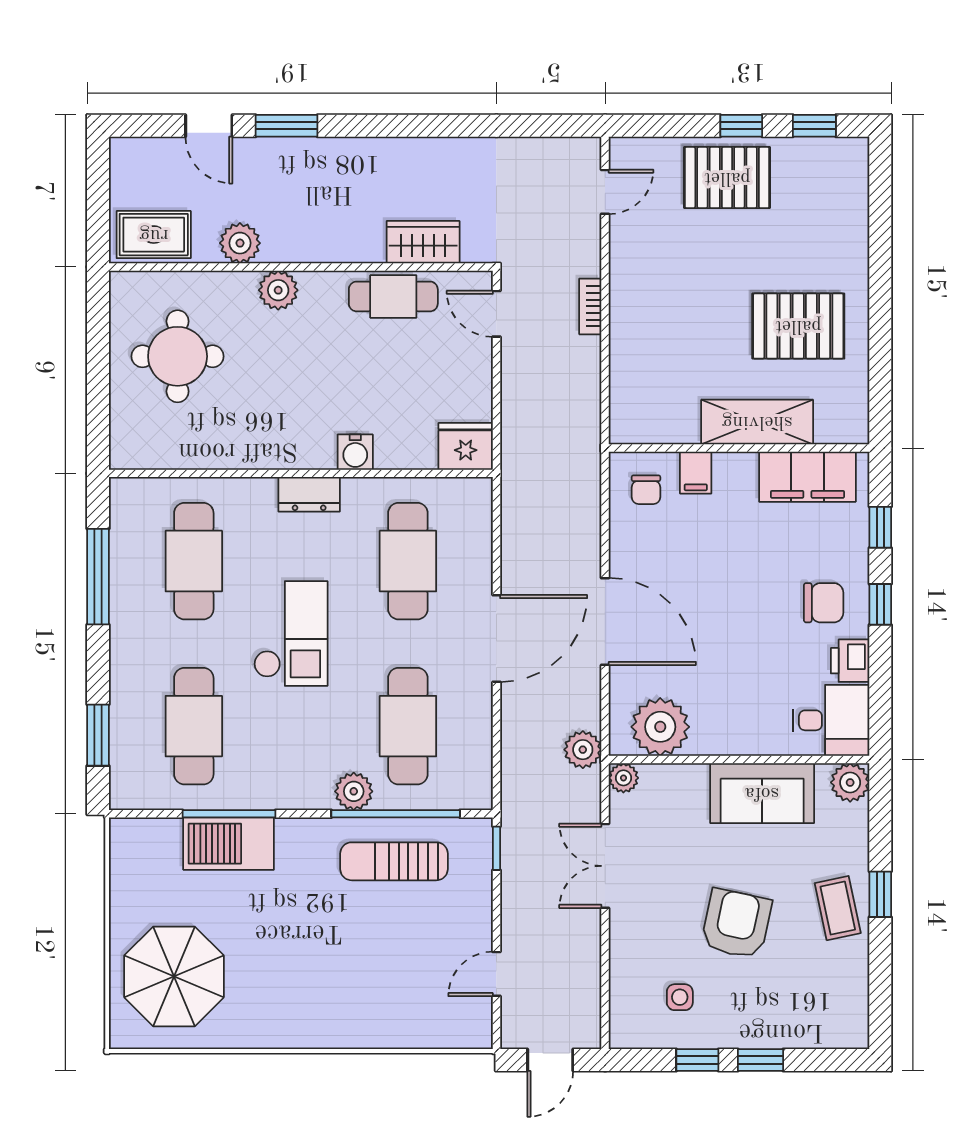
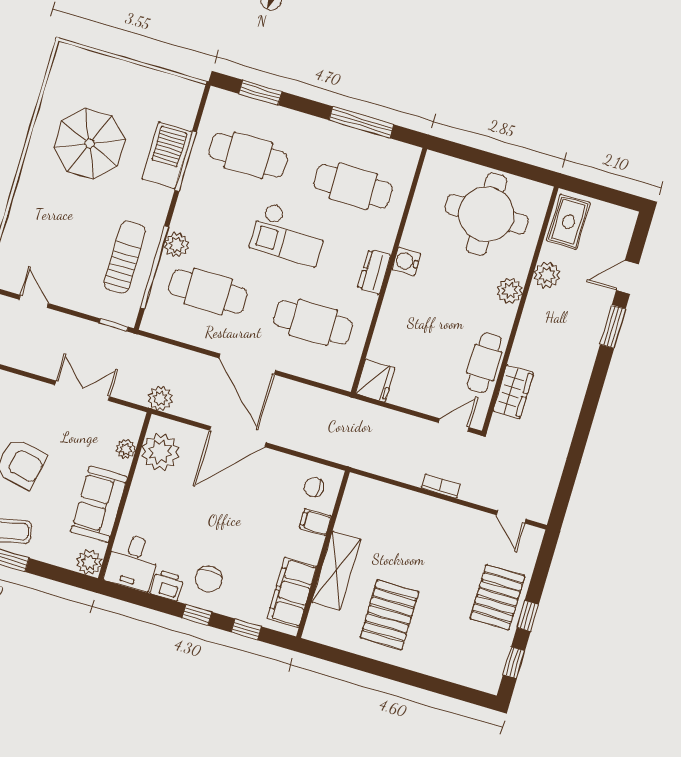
round table: (178, 356) -> (487, 214), width x1.36, depth x1.36
water cooler: (355, 452) -> (406, 261), moved
plant: (623, 778) -> (126, 449), moved
parasol: (174, 976) -> (90, 144), moved

